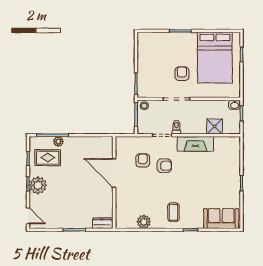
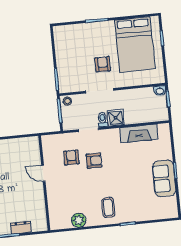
shower: (215, 126) -> (116, 118), moved
fireplace: (196, 144) -> (139, 133), moved
door: (114, 173) -> (43, 173), width x0.53
sofa: (221, 219) -> (164, 178), moved, turned -90
dresser: (102, 223) -> (21, 228), moved

